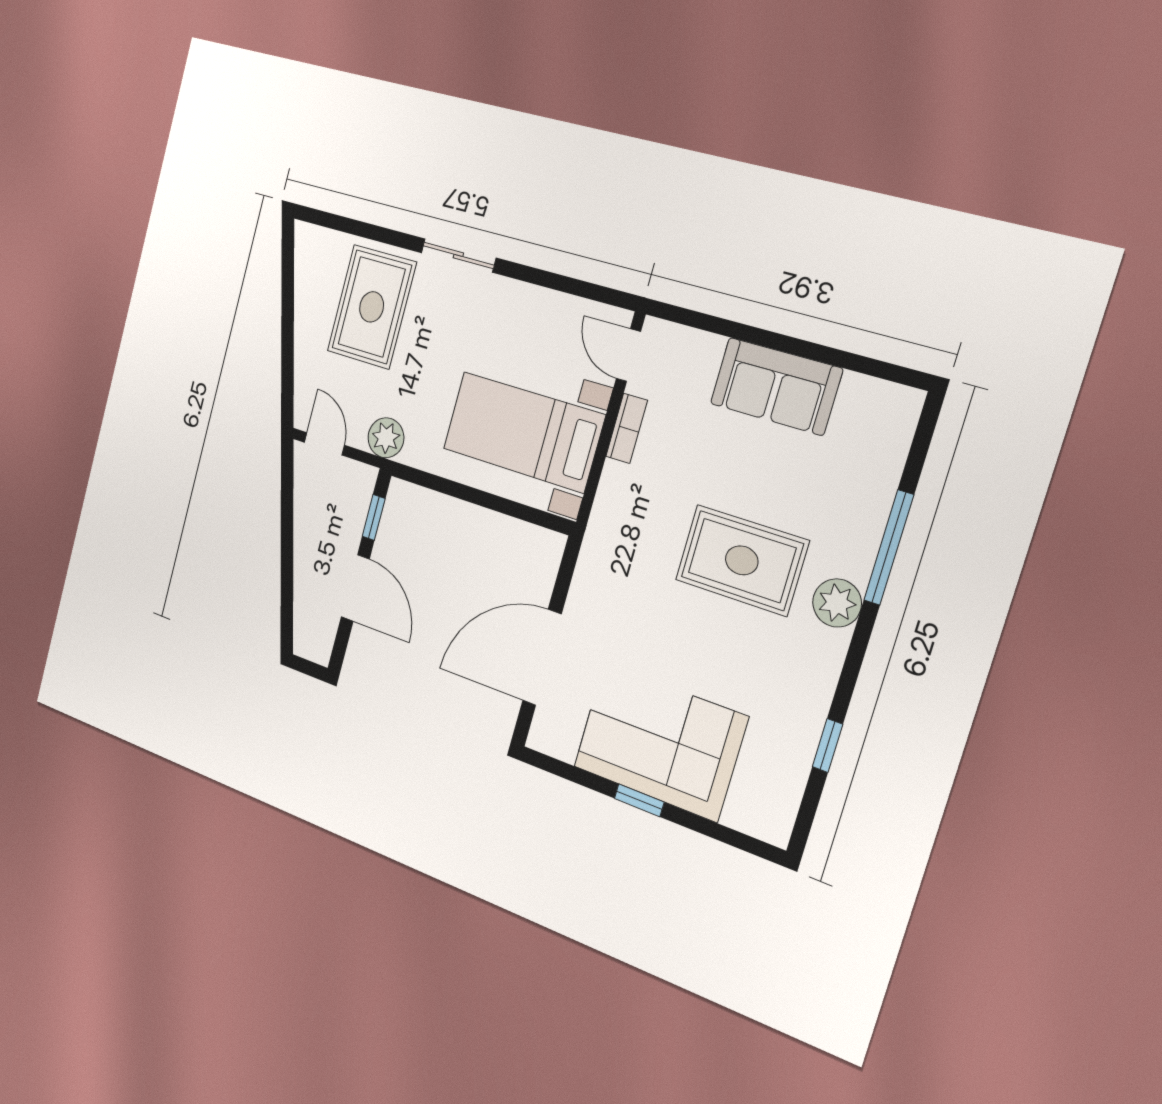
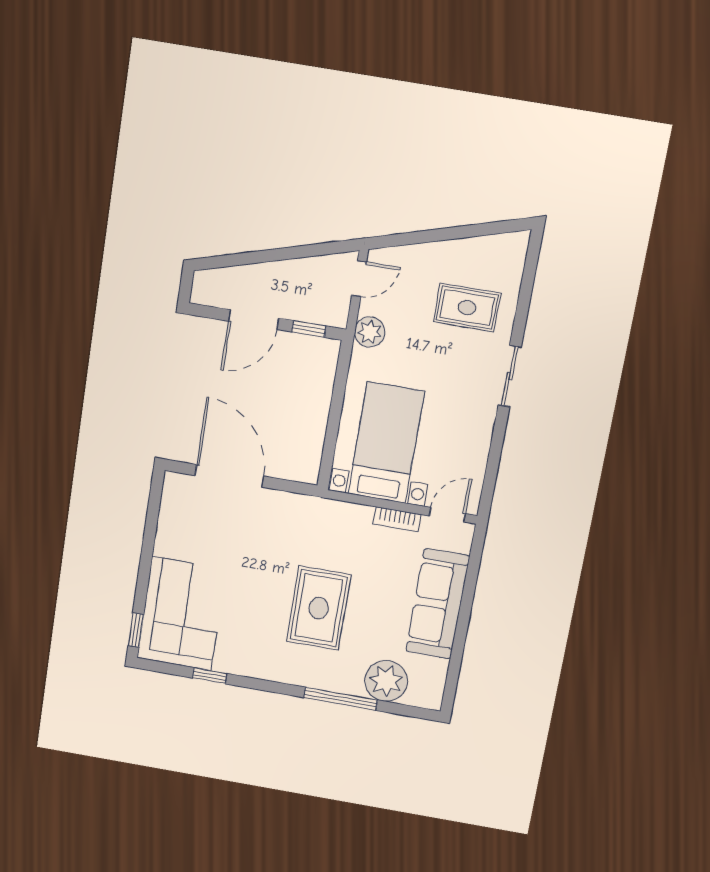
rug: (372, 307) -> (467, 308), width x0.73, depth x0.70
sofa: (776, 386) -> (438, 604), width x1.36
plant: (837, 603) -> (386, 681), moved, width x1.36, depth x1.36
corner sofa: (660, 742) -> (181, 614), moved
window: (639, 800) -> (136, 630), moved

